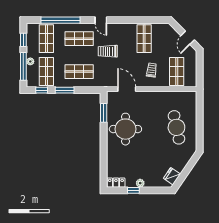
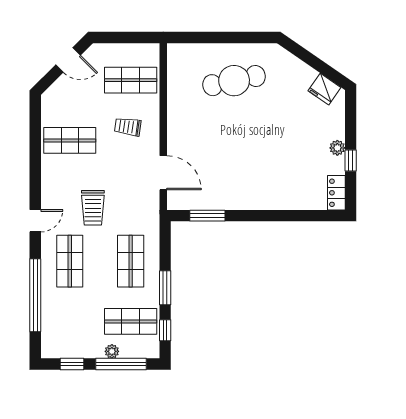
shop shelf: (46, 39) -> (70, 321), removed
door: (127, 89) -> (163, 173), swing flipped
round table: (125, 129) -> (237, 175), removed

